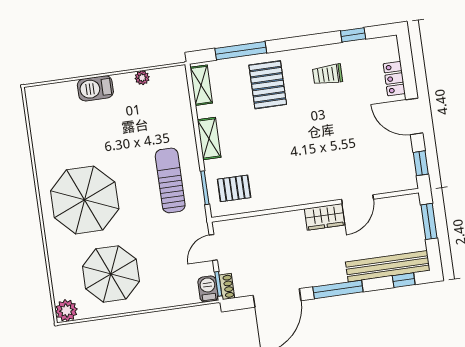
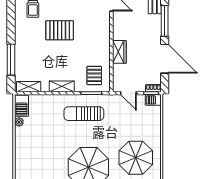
pallet: (268, 85) -> (60, 30), moved
barbecue: (95, 88) -> (21, 106), moved
wardrobe: (325, 217) -> (119, 52), moved

